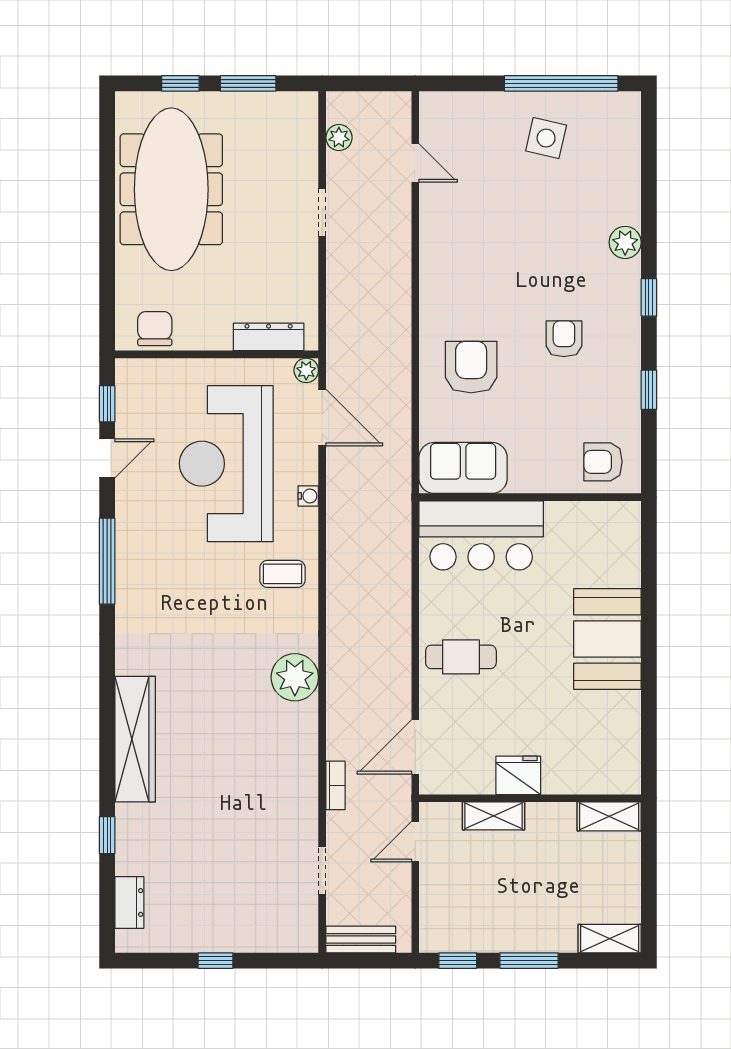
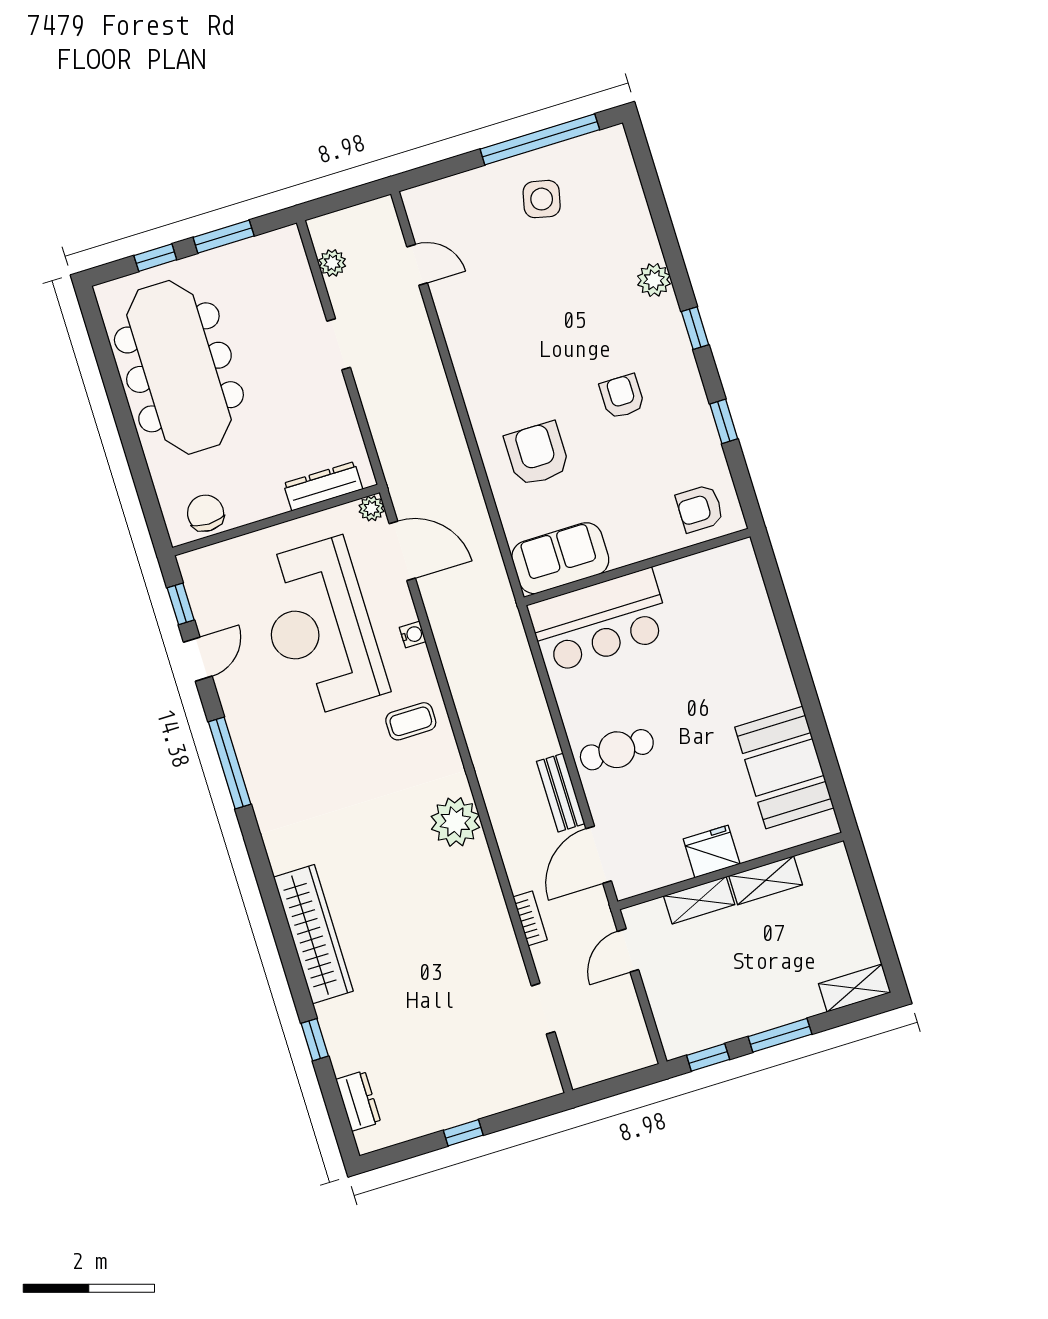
booth: (607, 639) -> (784, 767), moved
shelving: (609, 816) -> (766, 880), moved
bench: (361, 939) -> (561, 793), moved, turned 90

